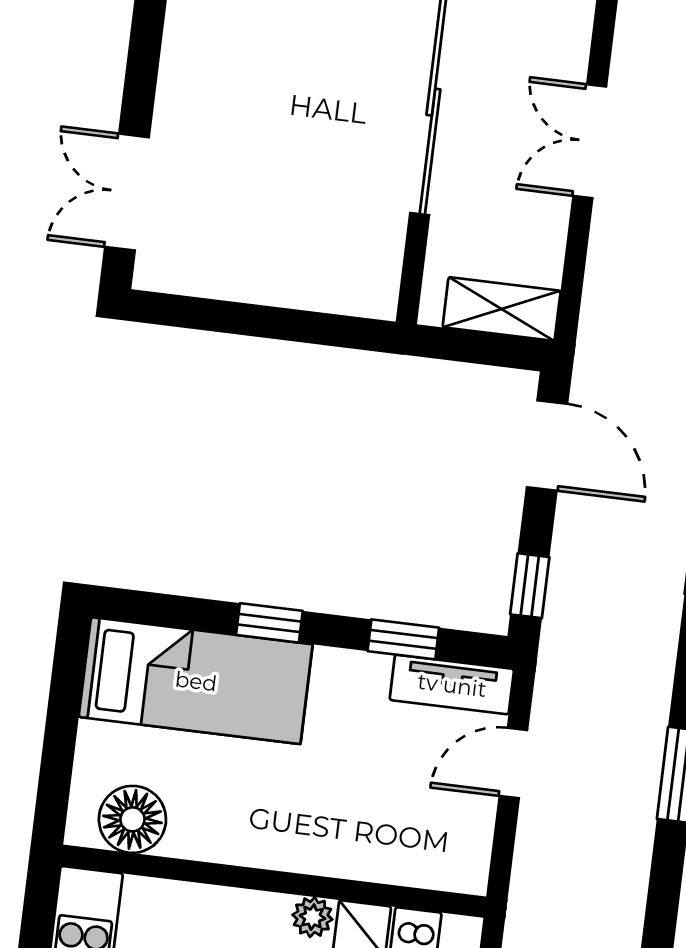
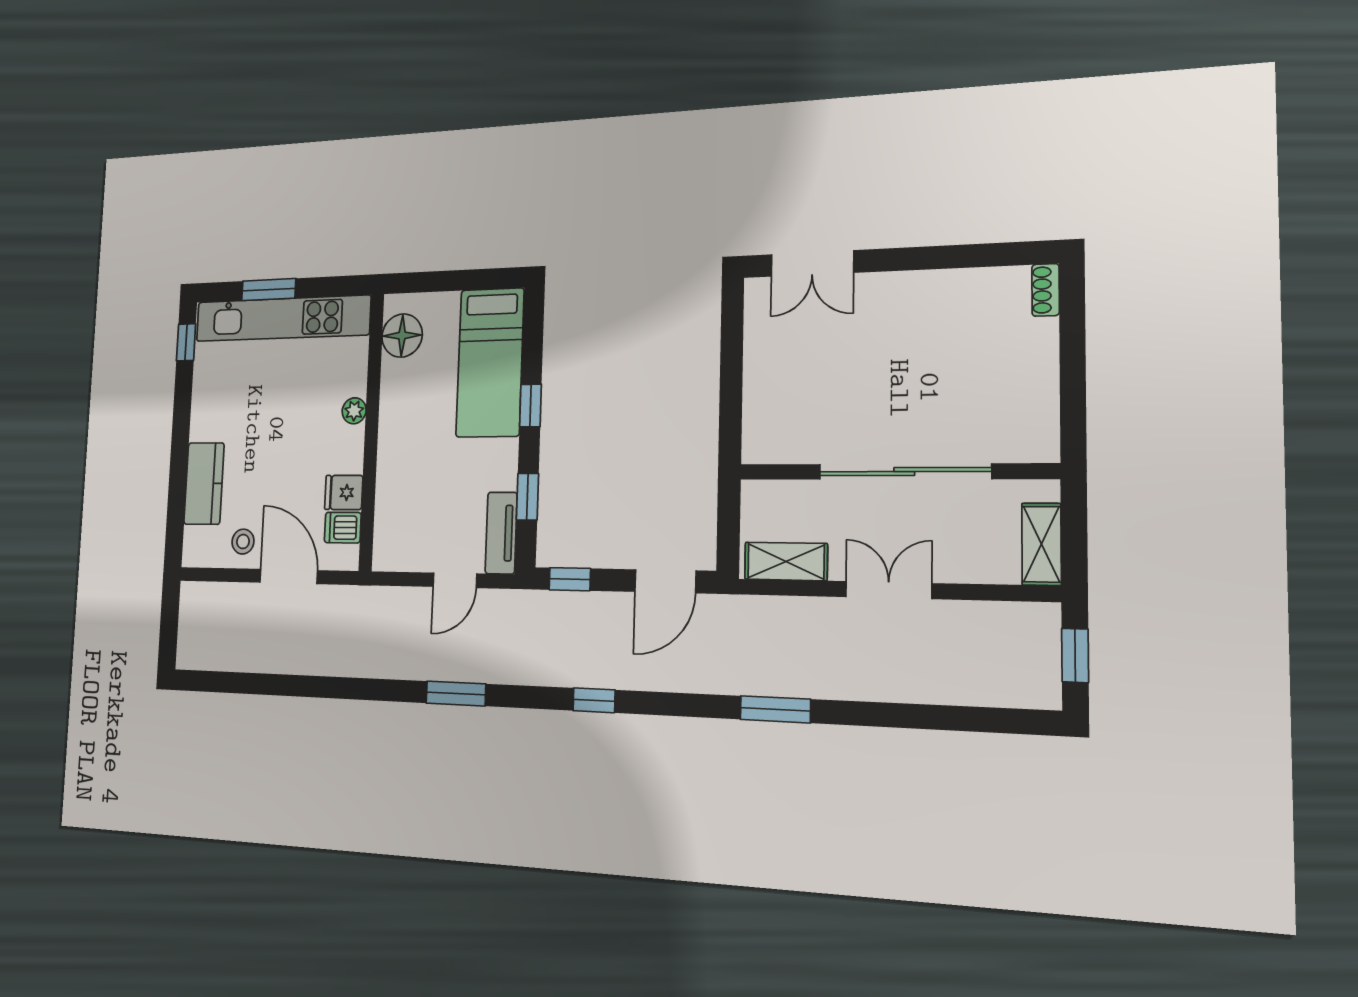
double door: (127, 192) -> (812, 263), swing flipped
shelving: (502, 309) -> (786, 561), moved, turned 90
door: (513, 763) -> (455, 580), swing flipped
plant: (312, 917) -> (354, 411), moved

